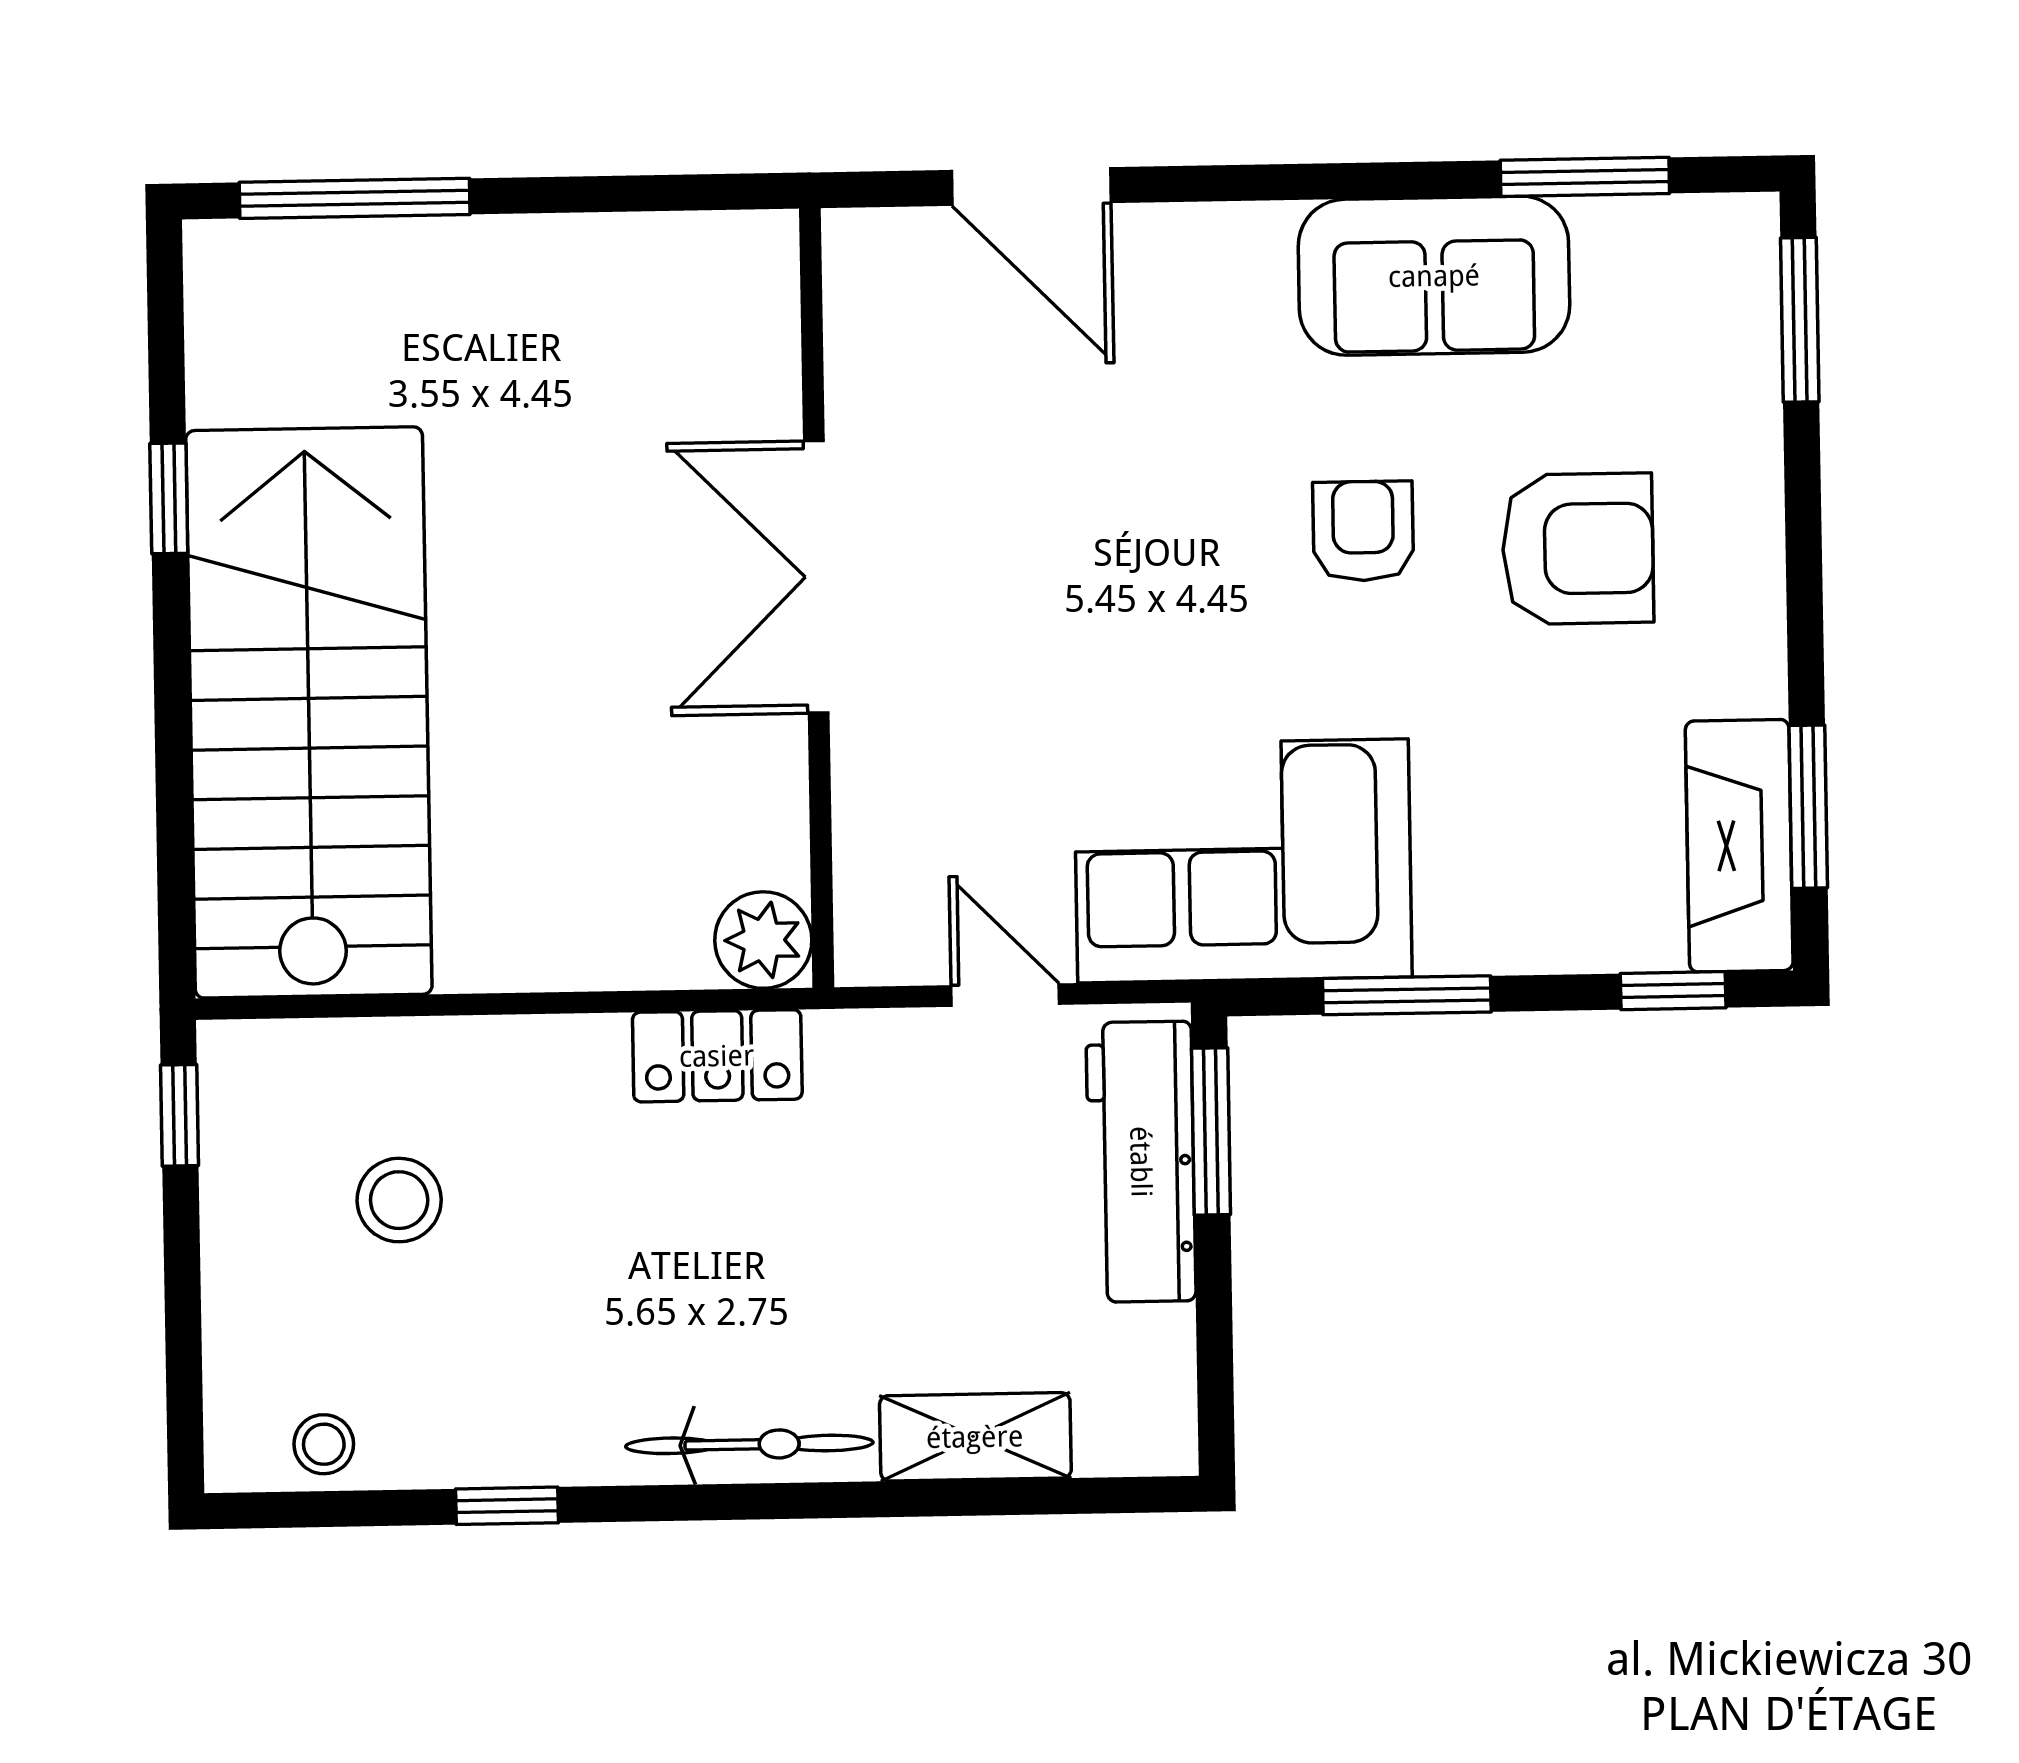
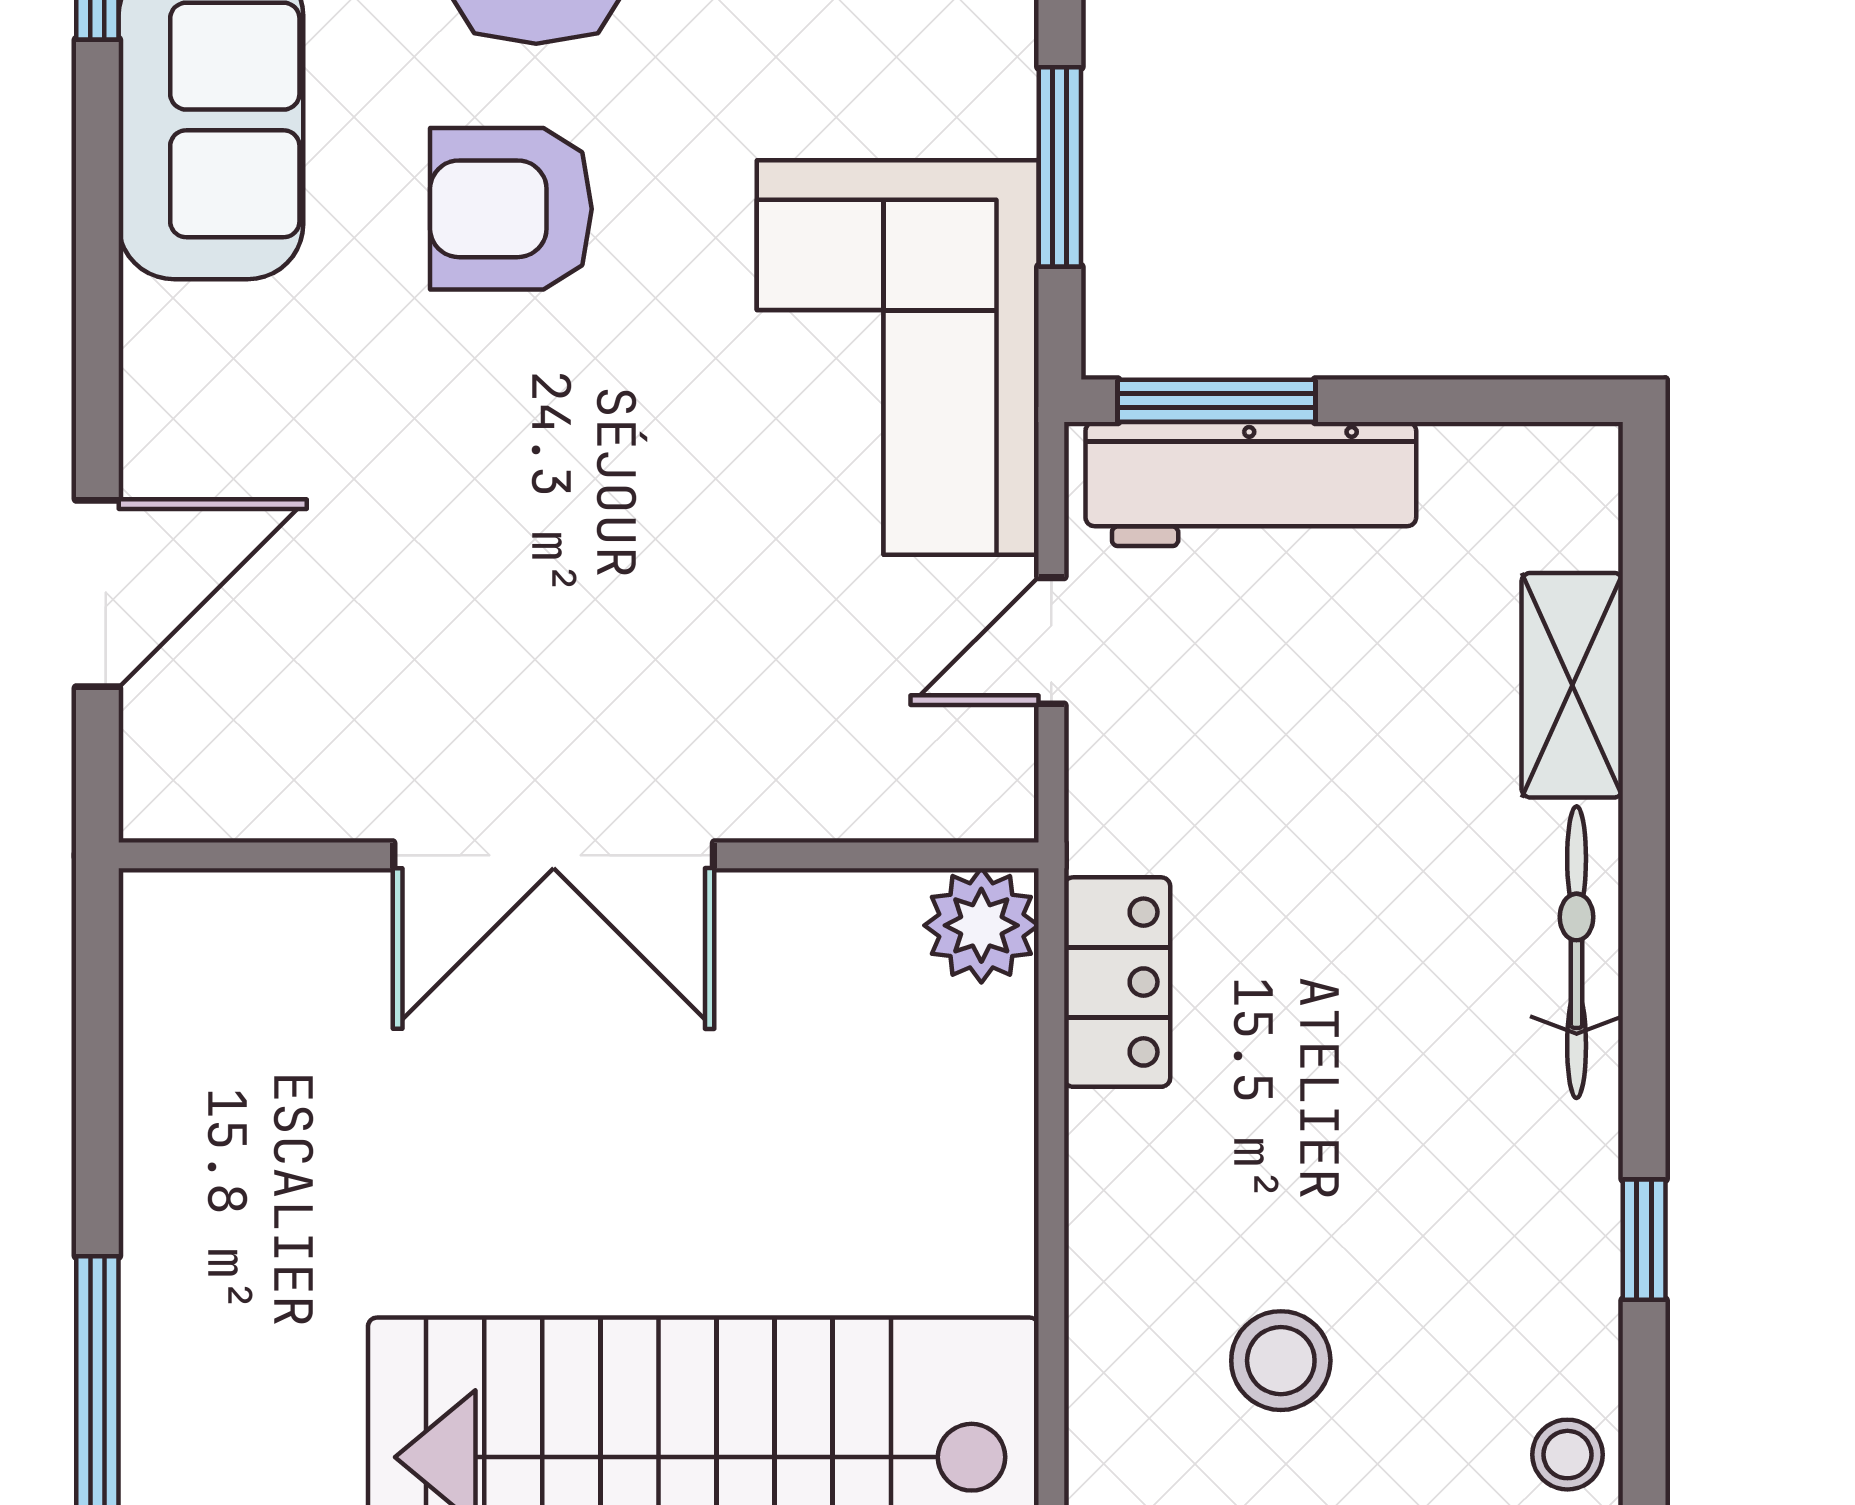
armchair: (1363, 531) -> (511, 209), width x1.38, depth x1.38

